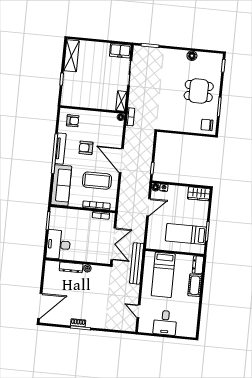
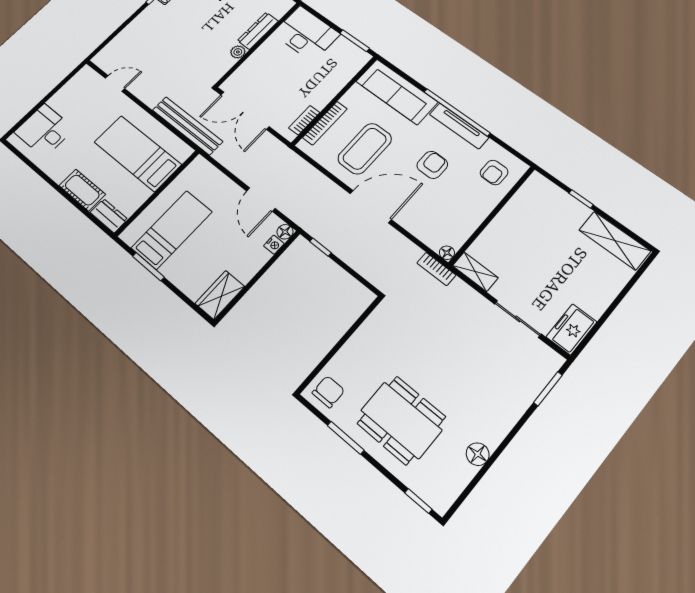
dining table: (199, 91) -> (401, 420), width x1.38
desk: (165, 323) -> (44, 130), moved

